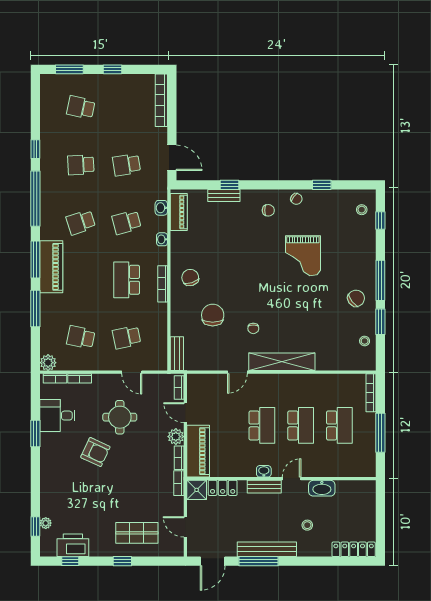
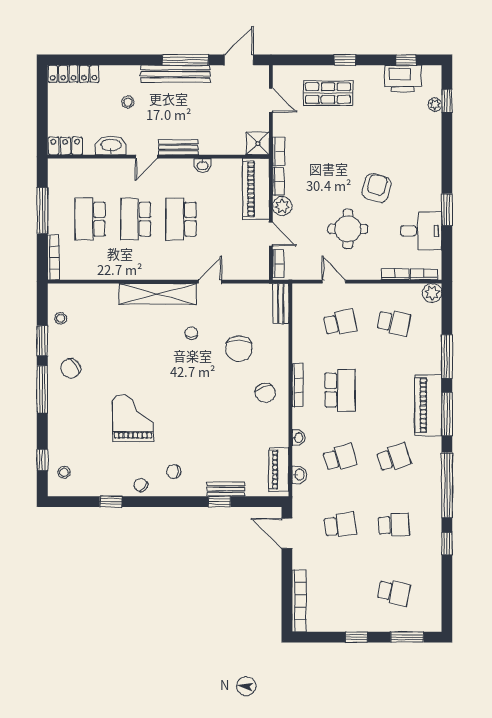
armchair: (95, 452) -> (377, 188), turned 81
washbasin: (264, 471) -> (202, 165), moved
locker: (223, 488) -> (65, 146), moved

